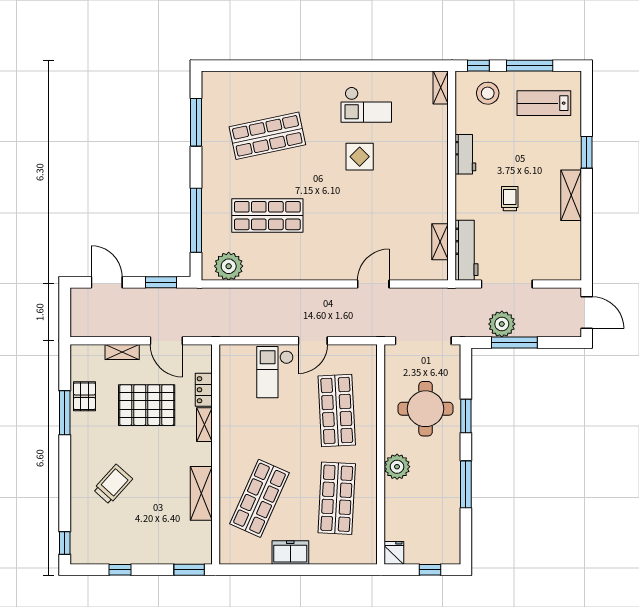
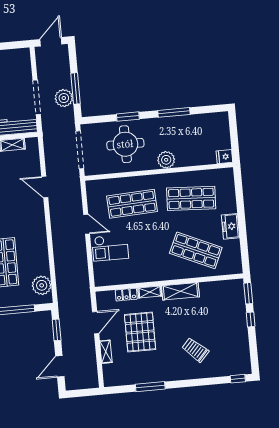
pallet: (84, 396) -> (138, 374), removed
shelving: (201, 493) -> (180, 291), moved
window: (120, 570) -> (251, 319), moved
window: (430, 570) -> (234, 131), removed

